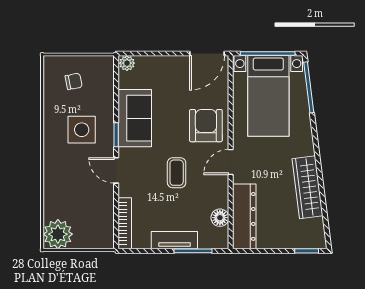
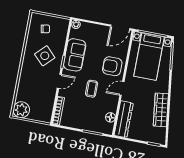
armchair: (206, 126) -> (112, 66), turned -90
side table: (82, 130) -> (45, 56), turned 45
door: (116, 170) -> (59, 81), swing flipped
tv unit: (174, 240) -> (84, 125), removed

